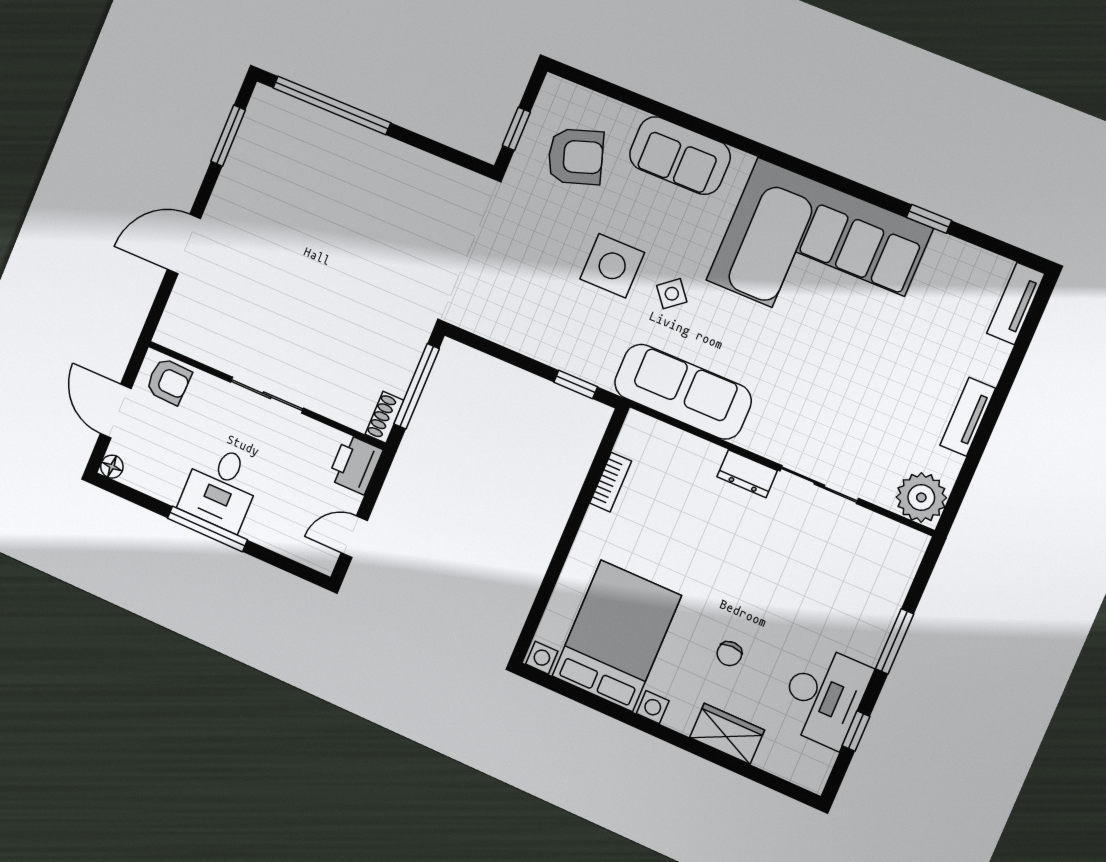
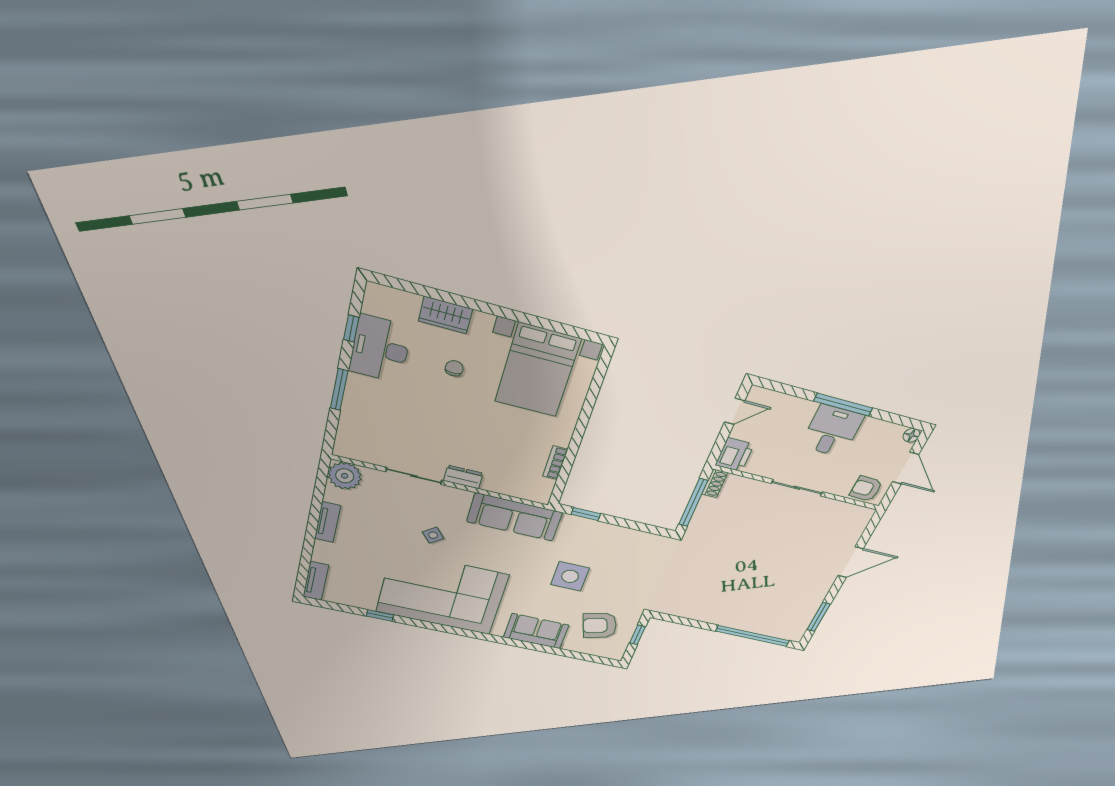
side table: (672, 294) -> (433, 535), moved

